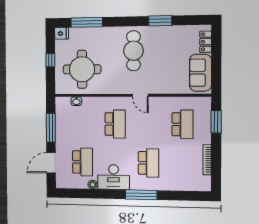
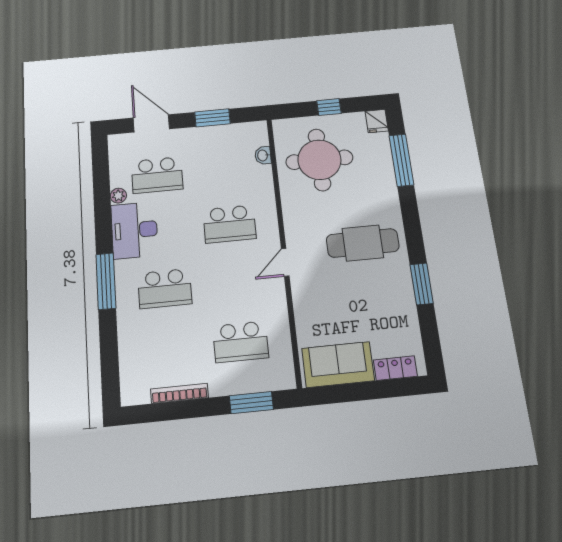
window: (51, 128) -> (212, 118), width x0.69

